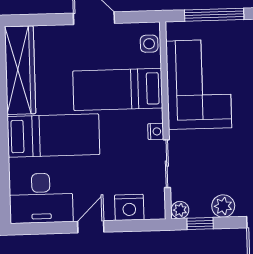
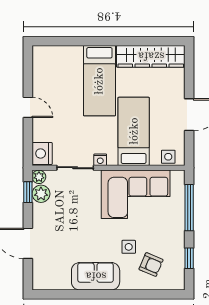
desk: (41, 198) -> (51, 70), removed
plant: (223, 206) -> (41, 194), moved
nightstand: (129, 207) -> (42, 153), moved

